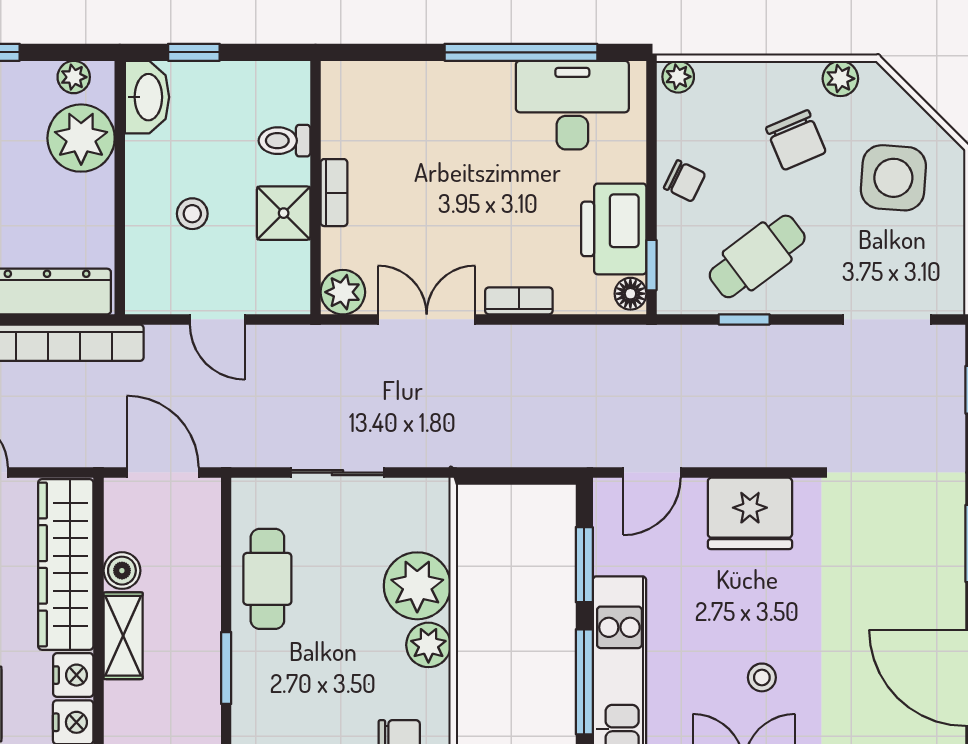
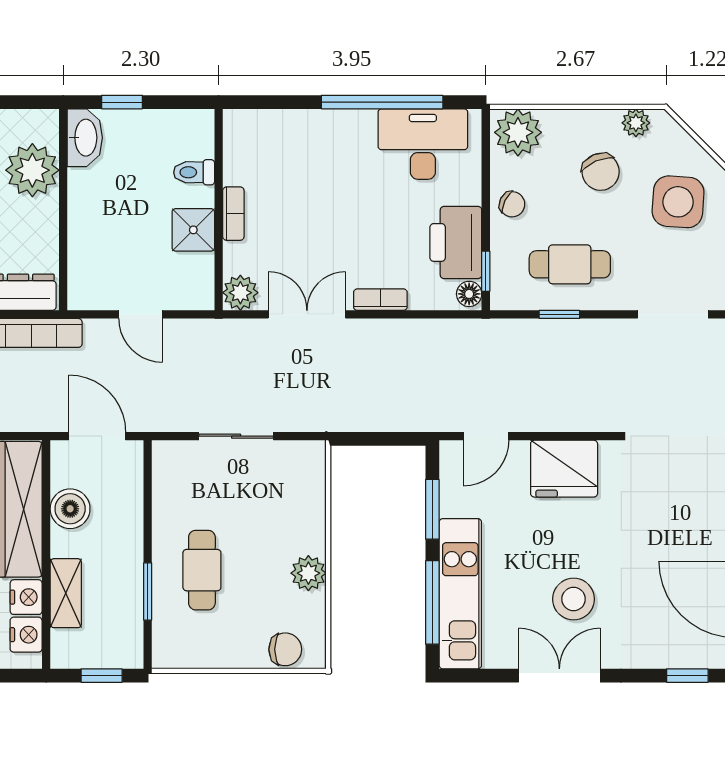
plant: (74, 77) -> (26, 122), removed
plant: (678, 77) -> (518, 132), width x1.87, depth x1.87
stool: (192, 214) -> (121, 230), removed
cafe table: (757, 256) -> (570, 264), turned 37
boiler: (122, 571) -> (70, 509), width x1.36, depth x1.36
cafe table: (267, 579) -> (202, 570), moved
plant: (417, 586) -> (300, 526), removed
shelving: (123, 636) -> (66, 593), moved
stool: (762, 677) -> (574, 599), width x1.89, depth x1.89

